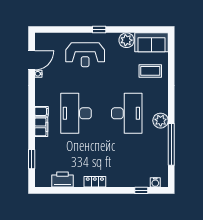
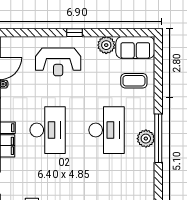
desk: (76, 113) -> (48, 130), turned 180
window: (171, 144) -> (158, 138), moved

